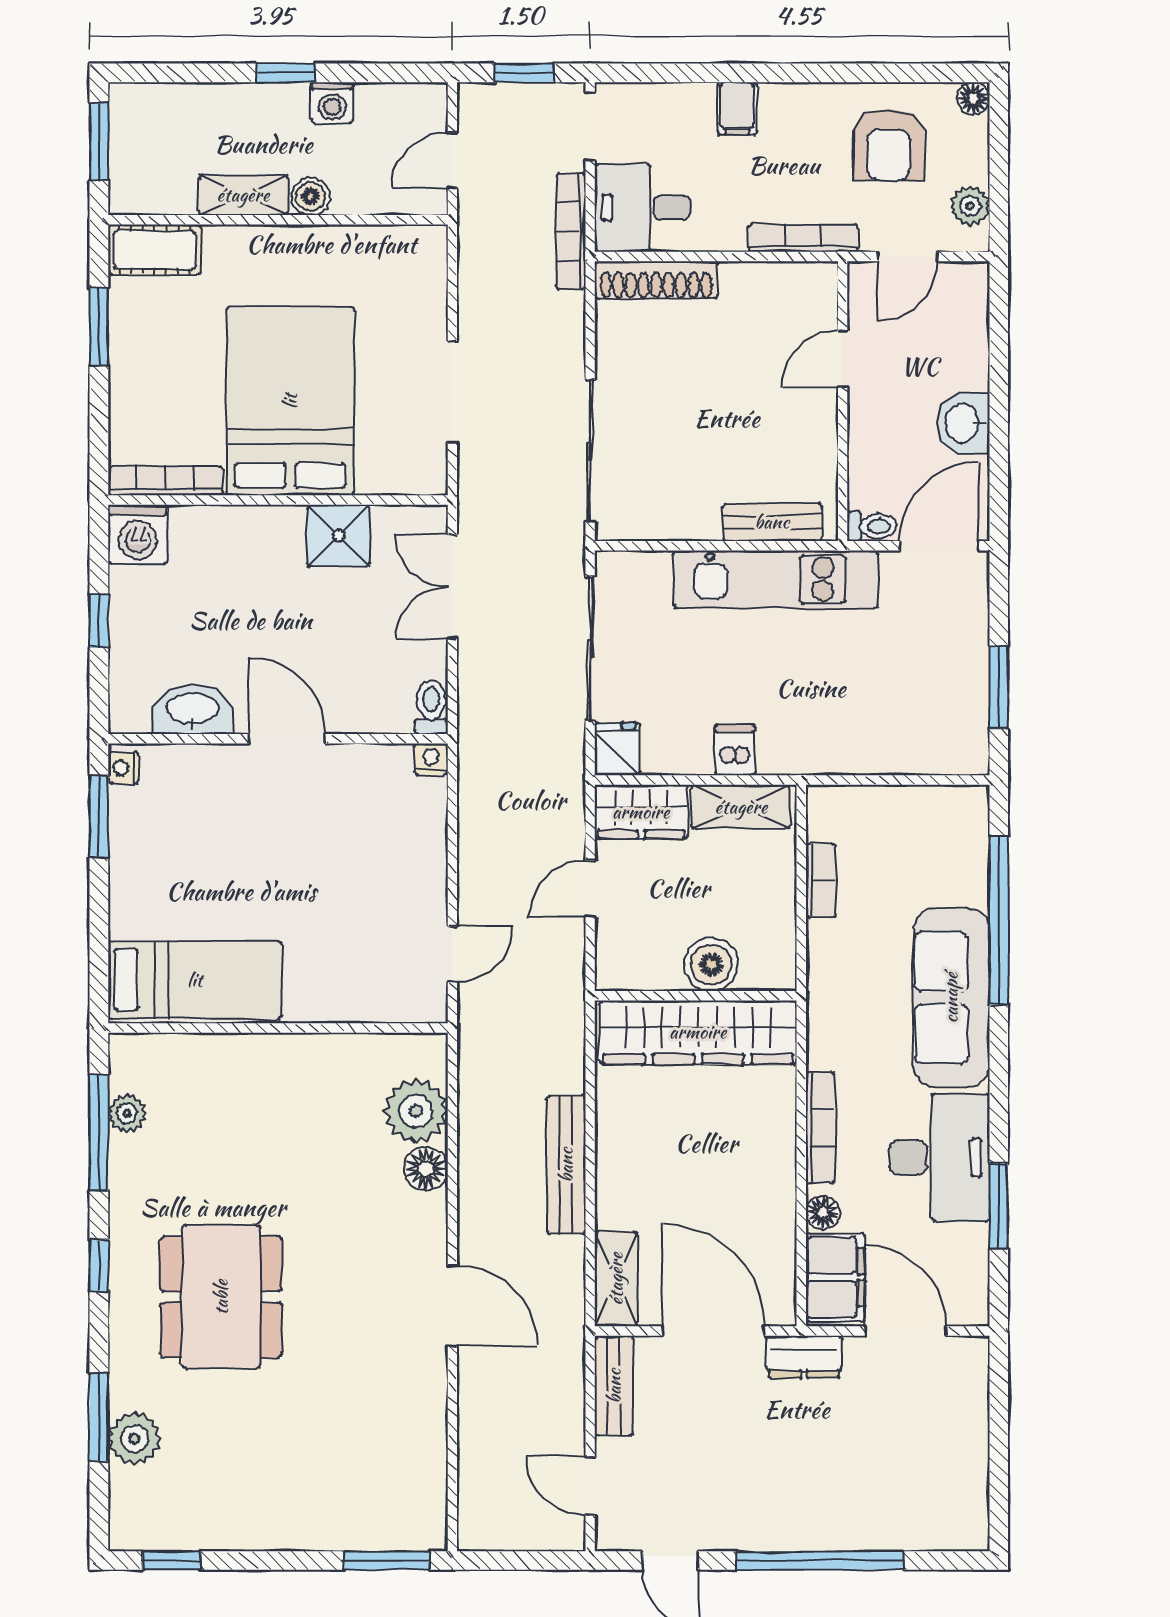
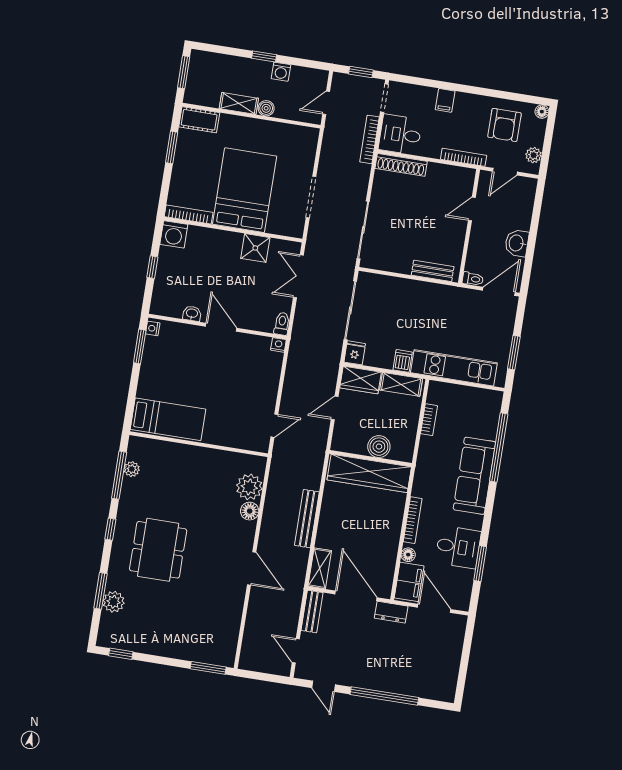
kitchen unit: (776, 579) -> (454, 368), moved, turned 180
washbasin: (192, 710) -> (192, 314), width x0.52, depth x0.69
desk: (939, 1158) -> (458, 547), width x0.73

